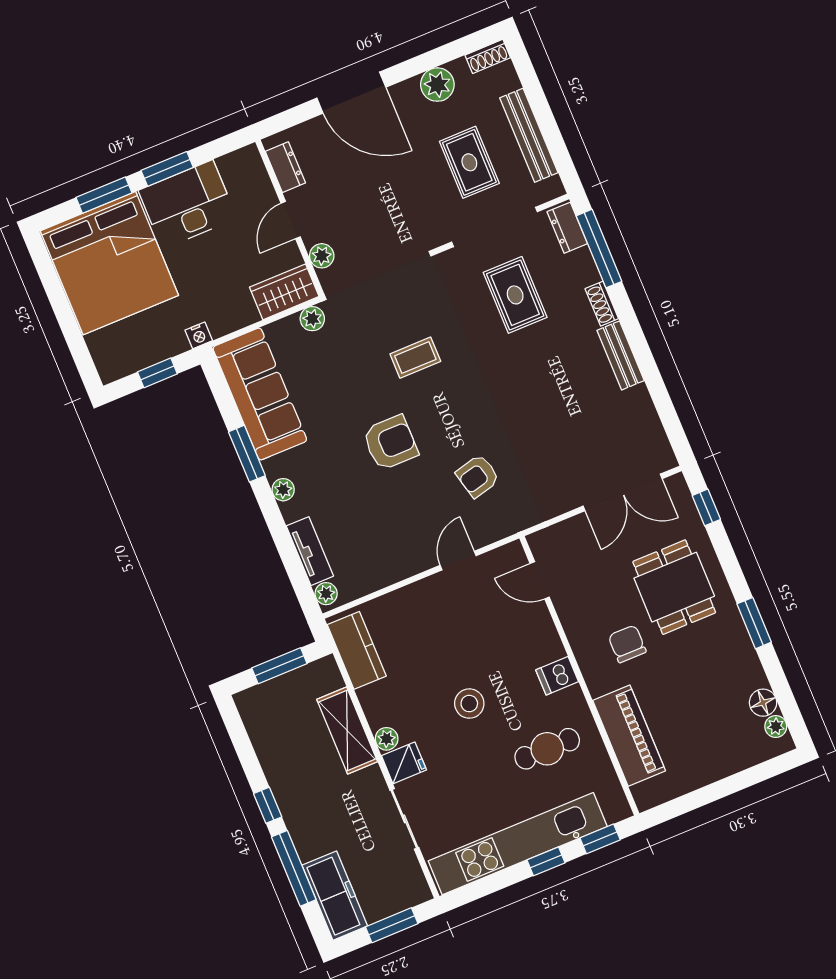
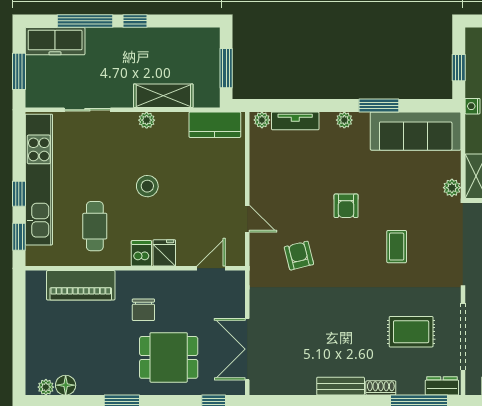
armchair: (390, 443) -> (346, 206), width x0.72, depth x0.72
chair: (627, 644) -> (143, 310), turned 90
fridge: (404, 763) -> (164, 253), moved, turned 180

